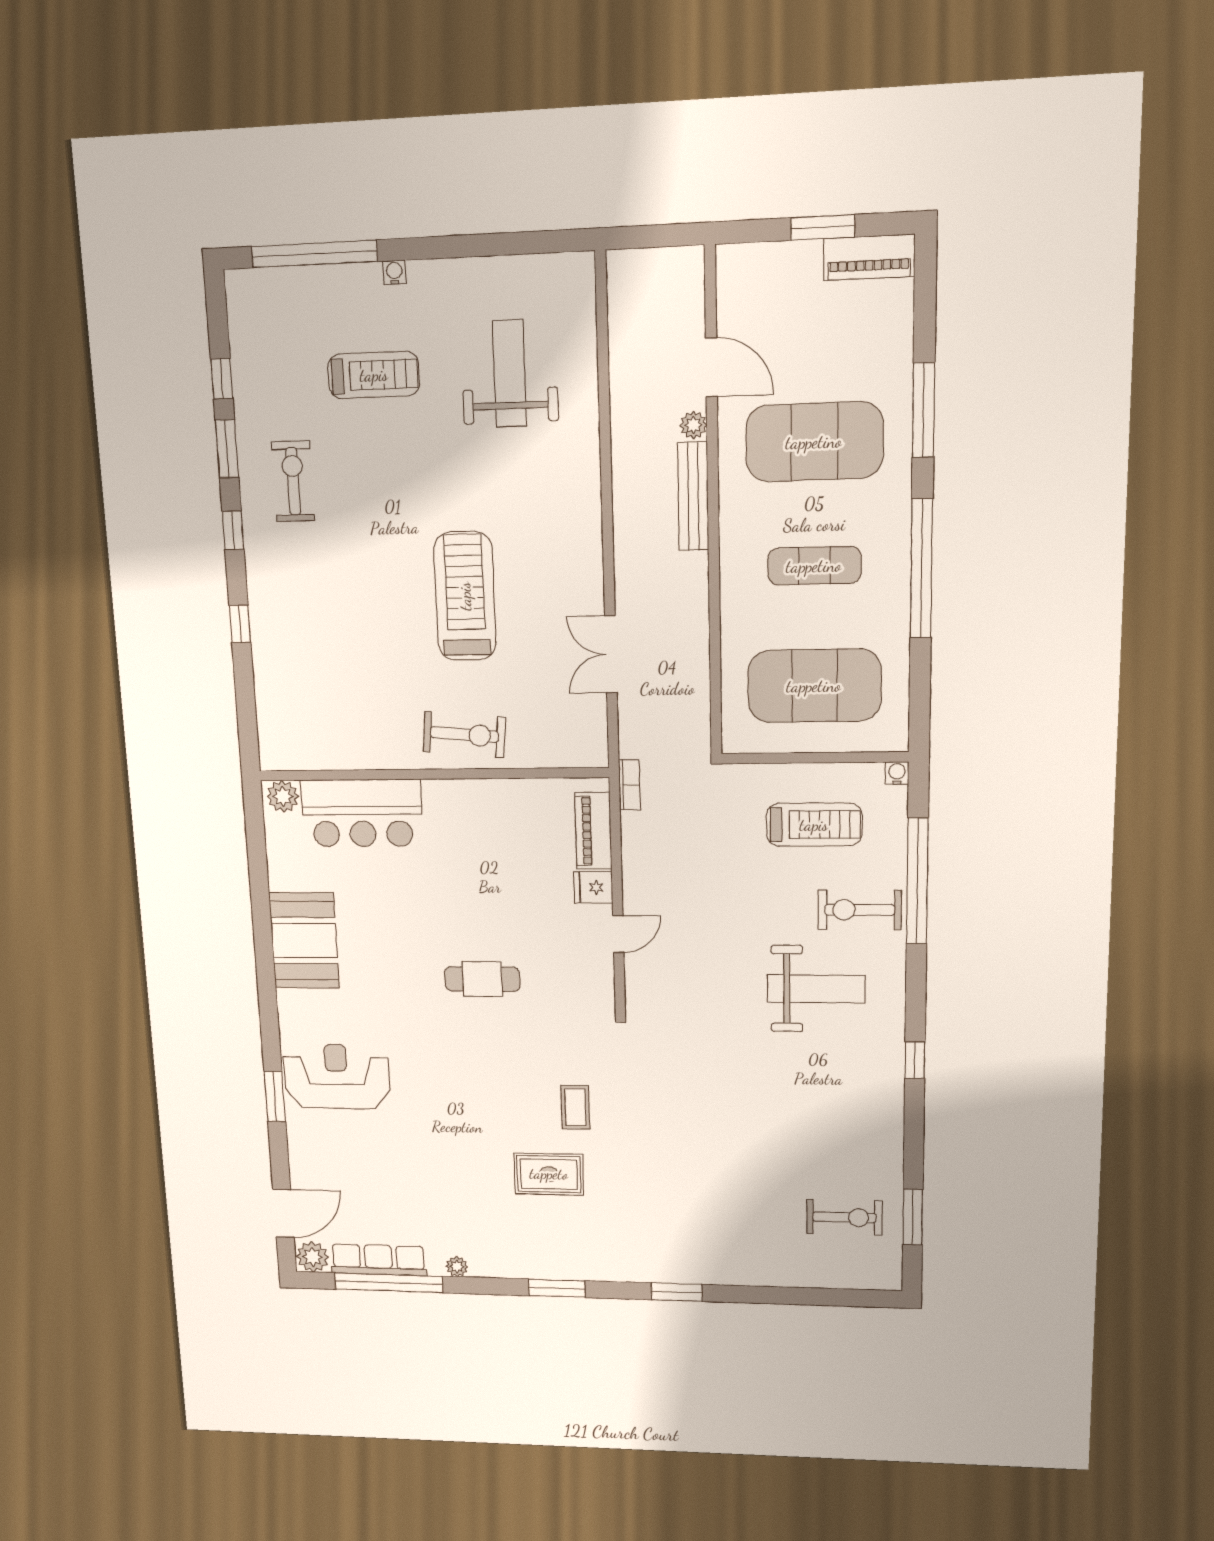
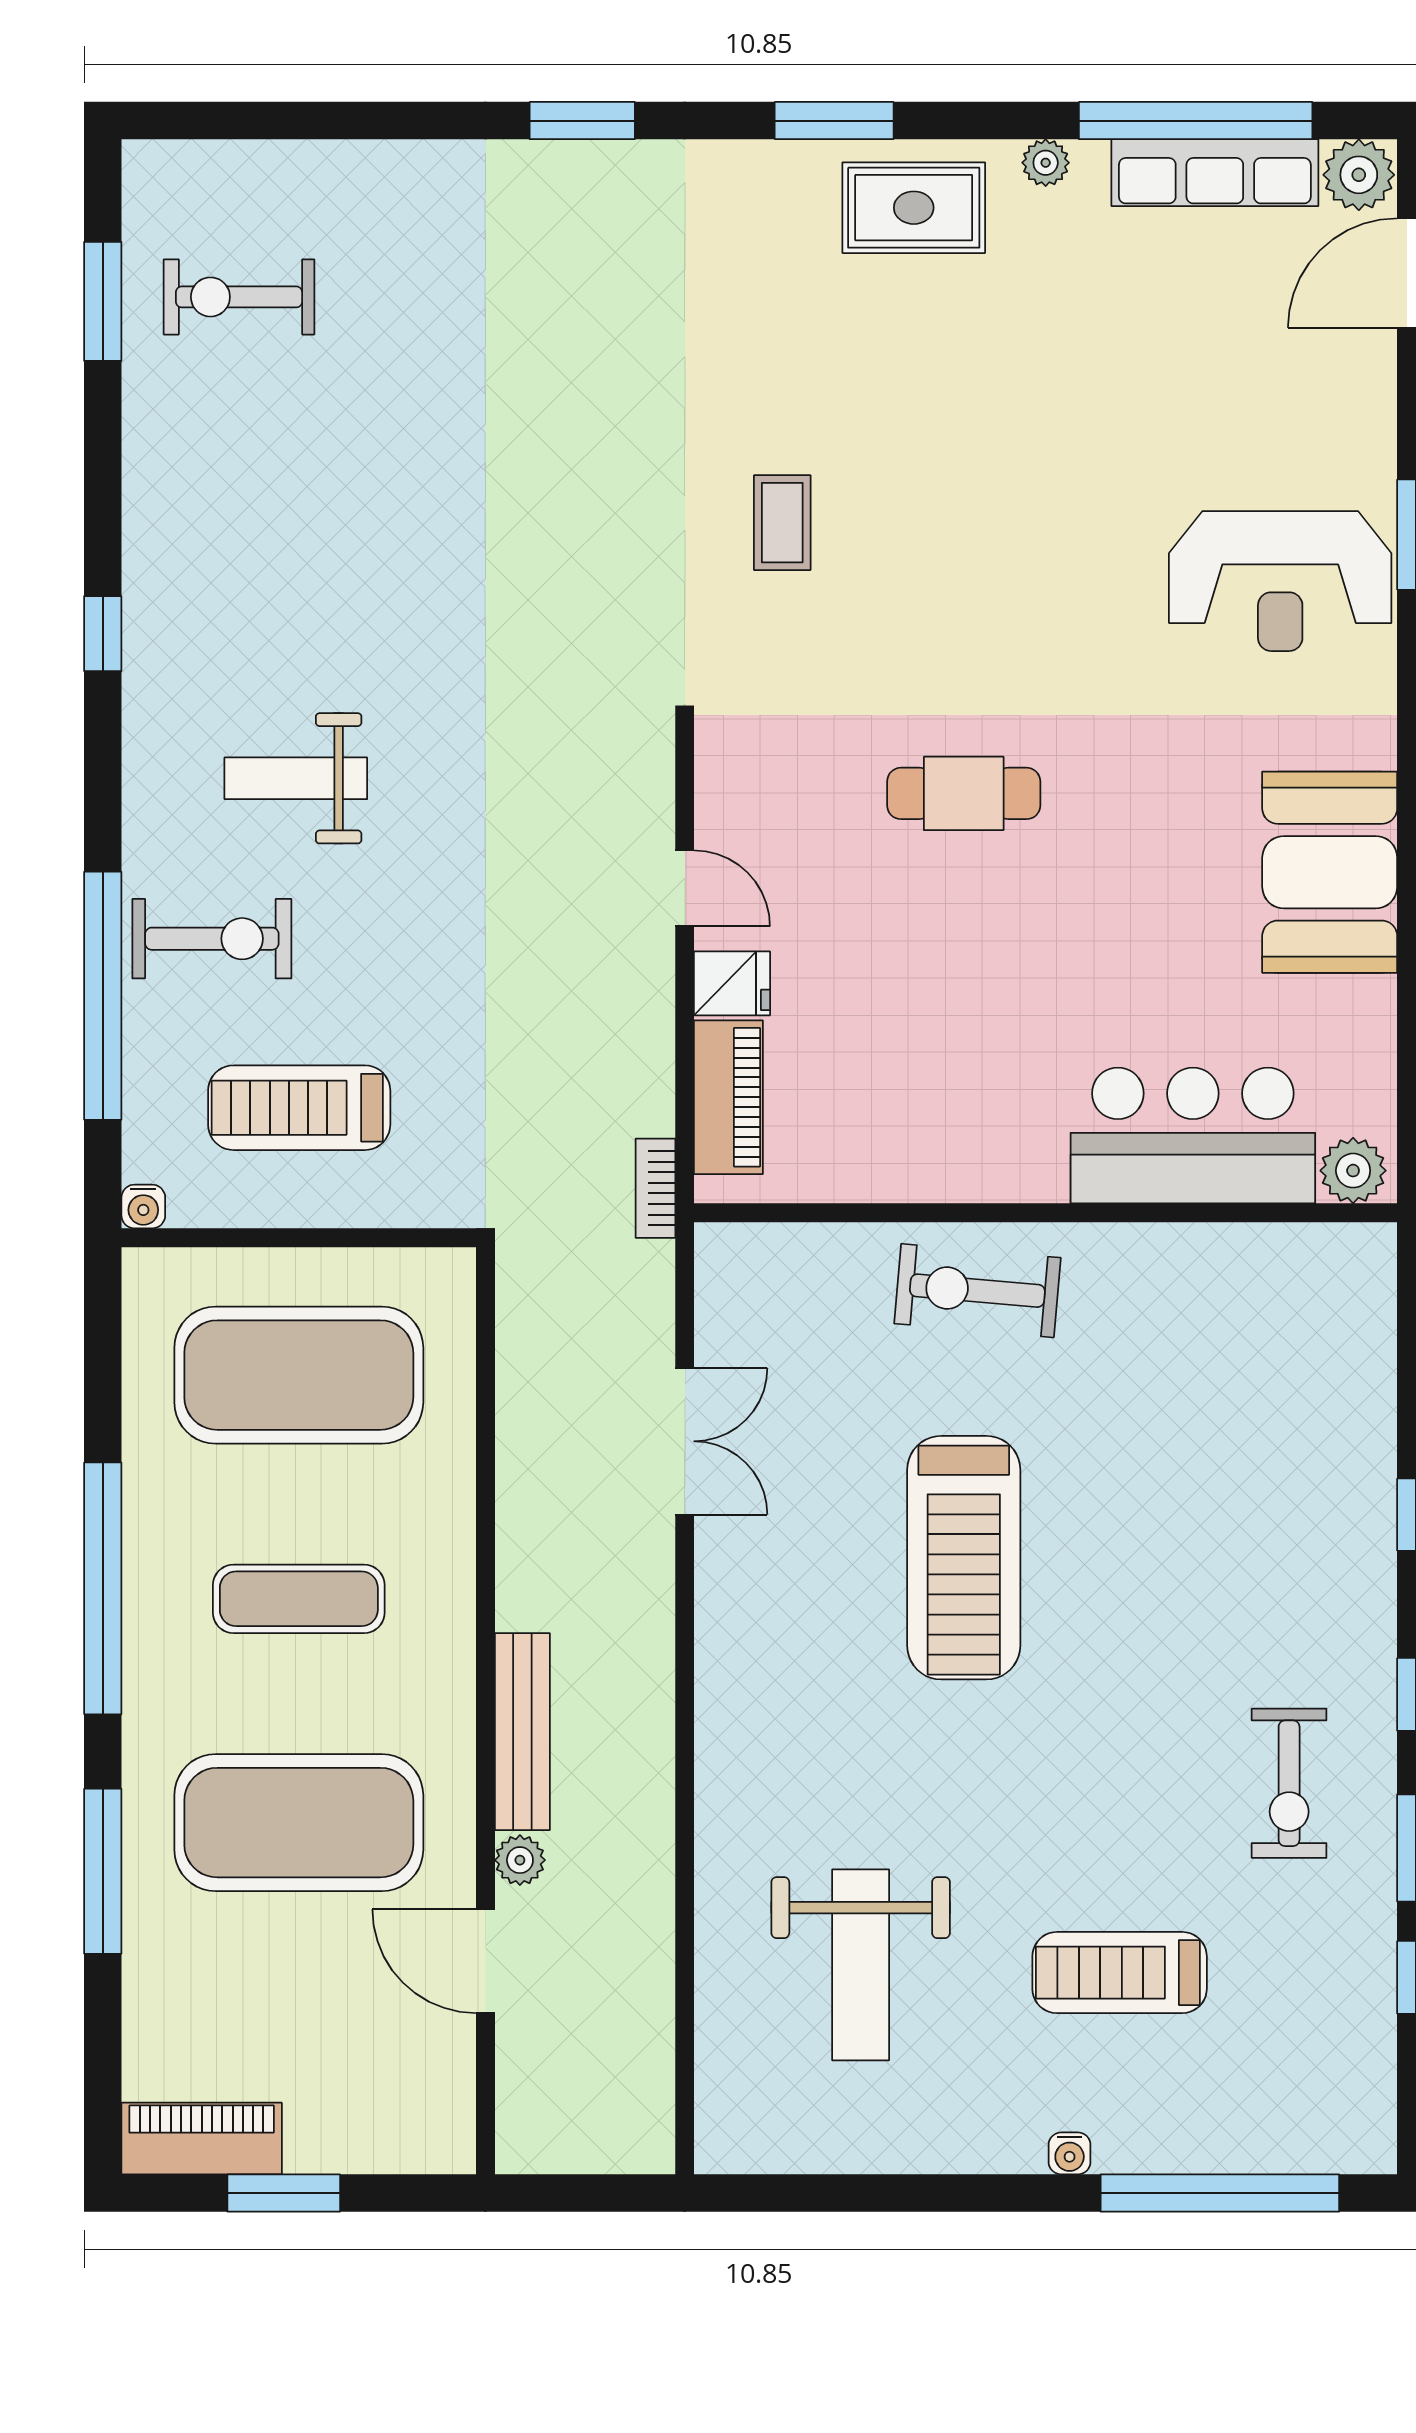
door: (618, 934) -> (685, 888), swing flipped
weight bench: (816, 989) -> (296, 778), width x0.73, depth x0.75
rug: (549, 1174) -> (914, 208), moved

